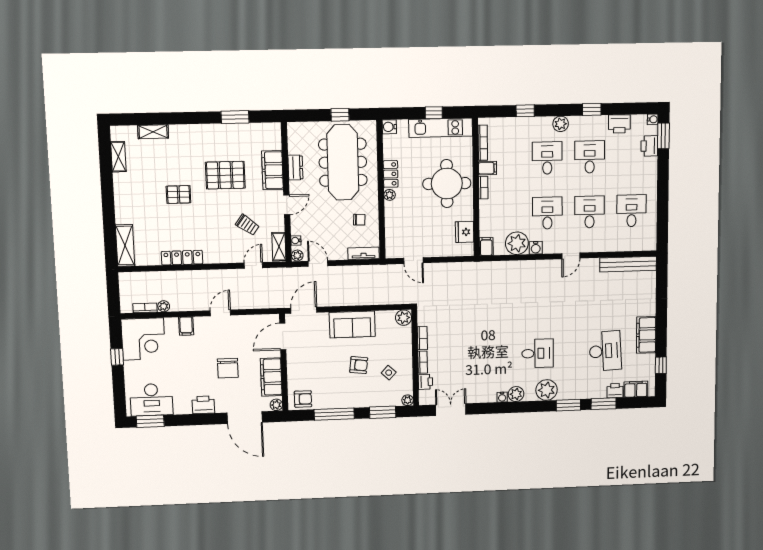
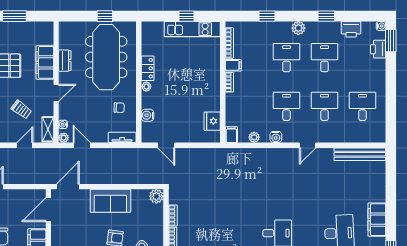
water cooler: (389, 127) -> (148, 115), moved
round table: (447, 184) -> (197, 78), removed
plant: (517, 243) -> (254, 137), width x0.53, depth x0.53

